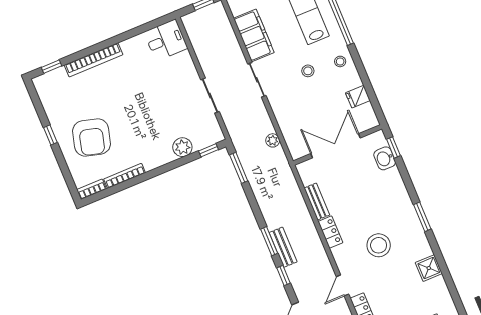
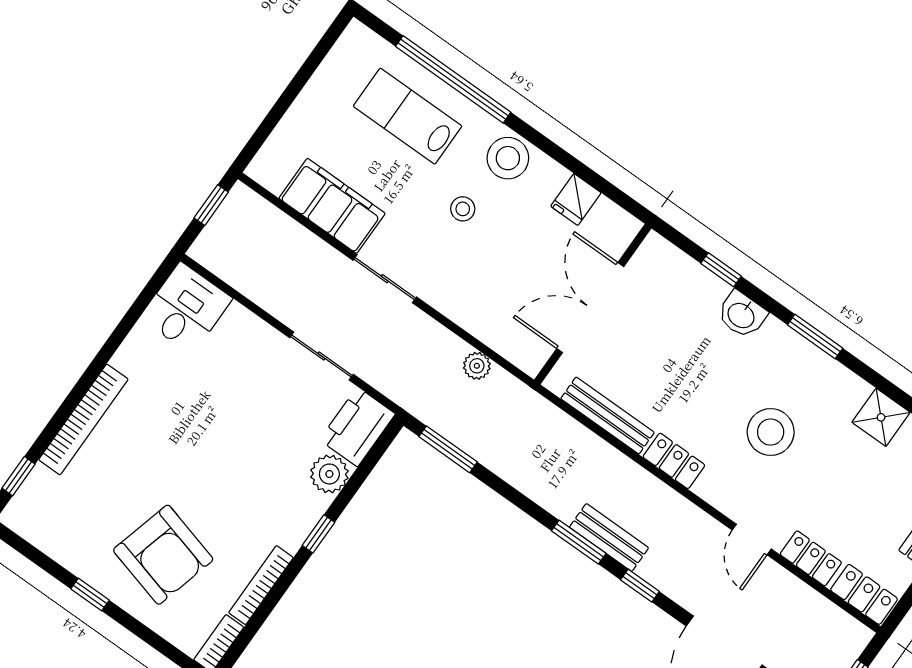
stool: (340, 61) -> (508, 158), width x1.89, depth x1.89
printer: (207, 135) -> (357, 427), added
window: (393, 147) -> (721, 270), moved
window: (208, 150) -> (318, 534), moved
washbasin: (385, 158) -> (742, 315), moved
bench: (317, 201) -> (607, 416), width x1.36

